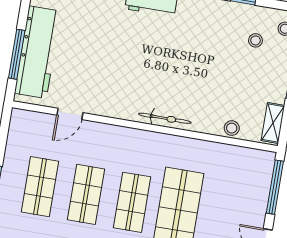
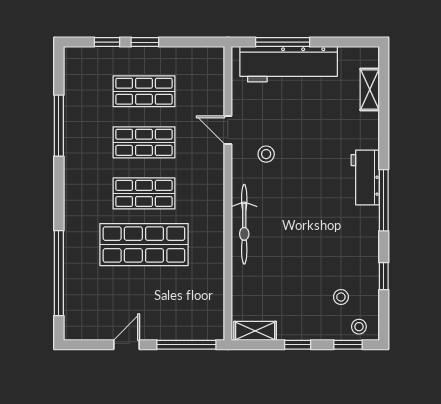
door: (70, 114) -> (228, 130), moved
bicycle: (165, 118) -> (244, 224), width x1.37, depth x1.40
stool: (232, 128) -> (266, 154), moved

